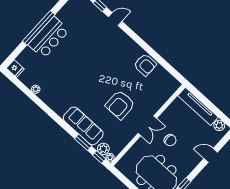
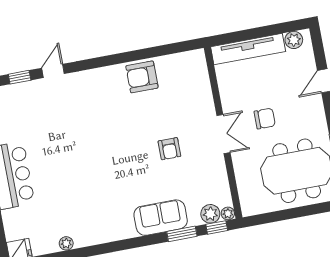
armchair: (145, 65) -> (142, 77), turned 180
armchair: (120, 105) -> (169, 149), width x0.53, depth x0.53
sofa: (83, 126) -> (161, 218), width x0.73

